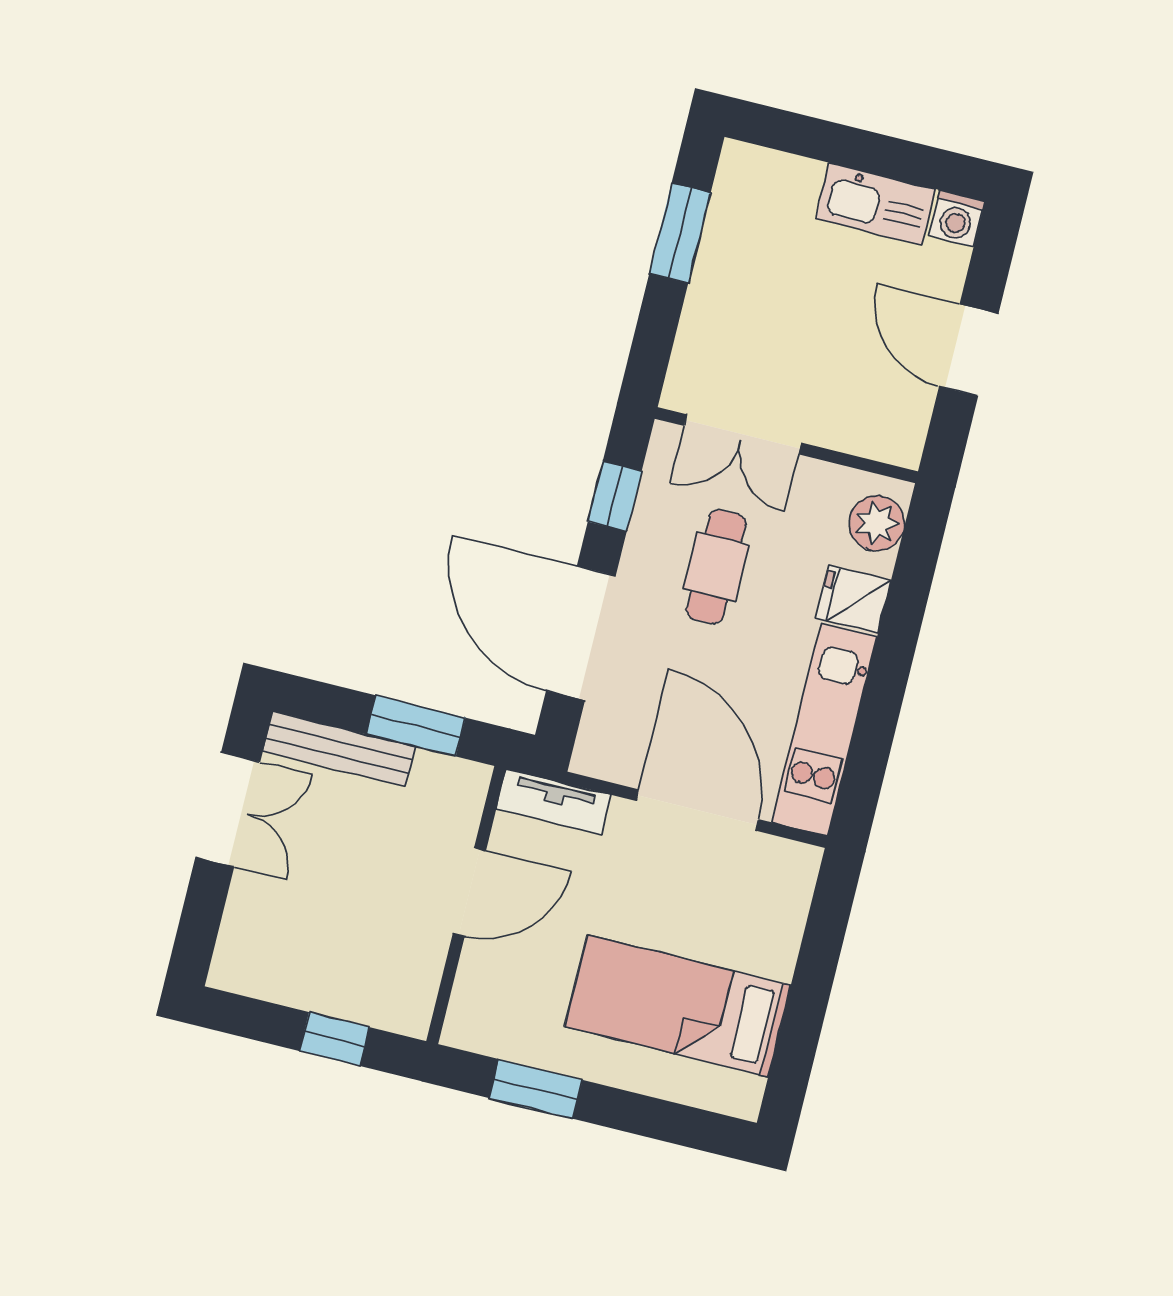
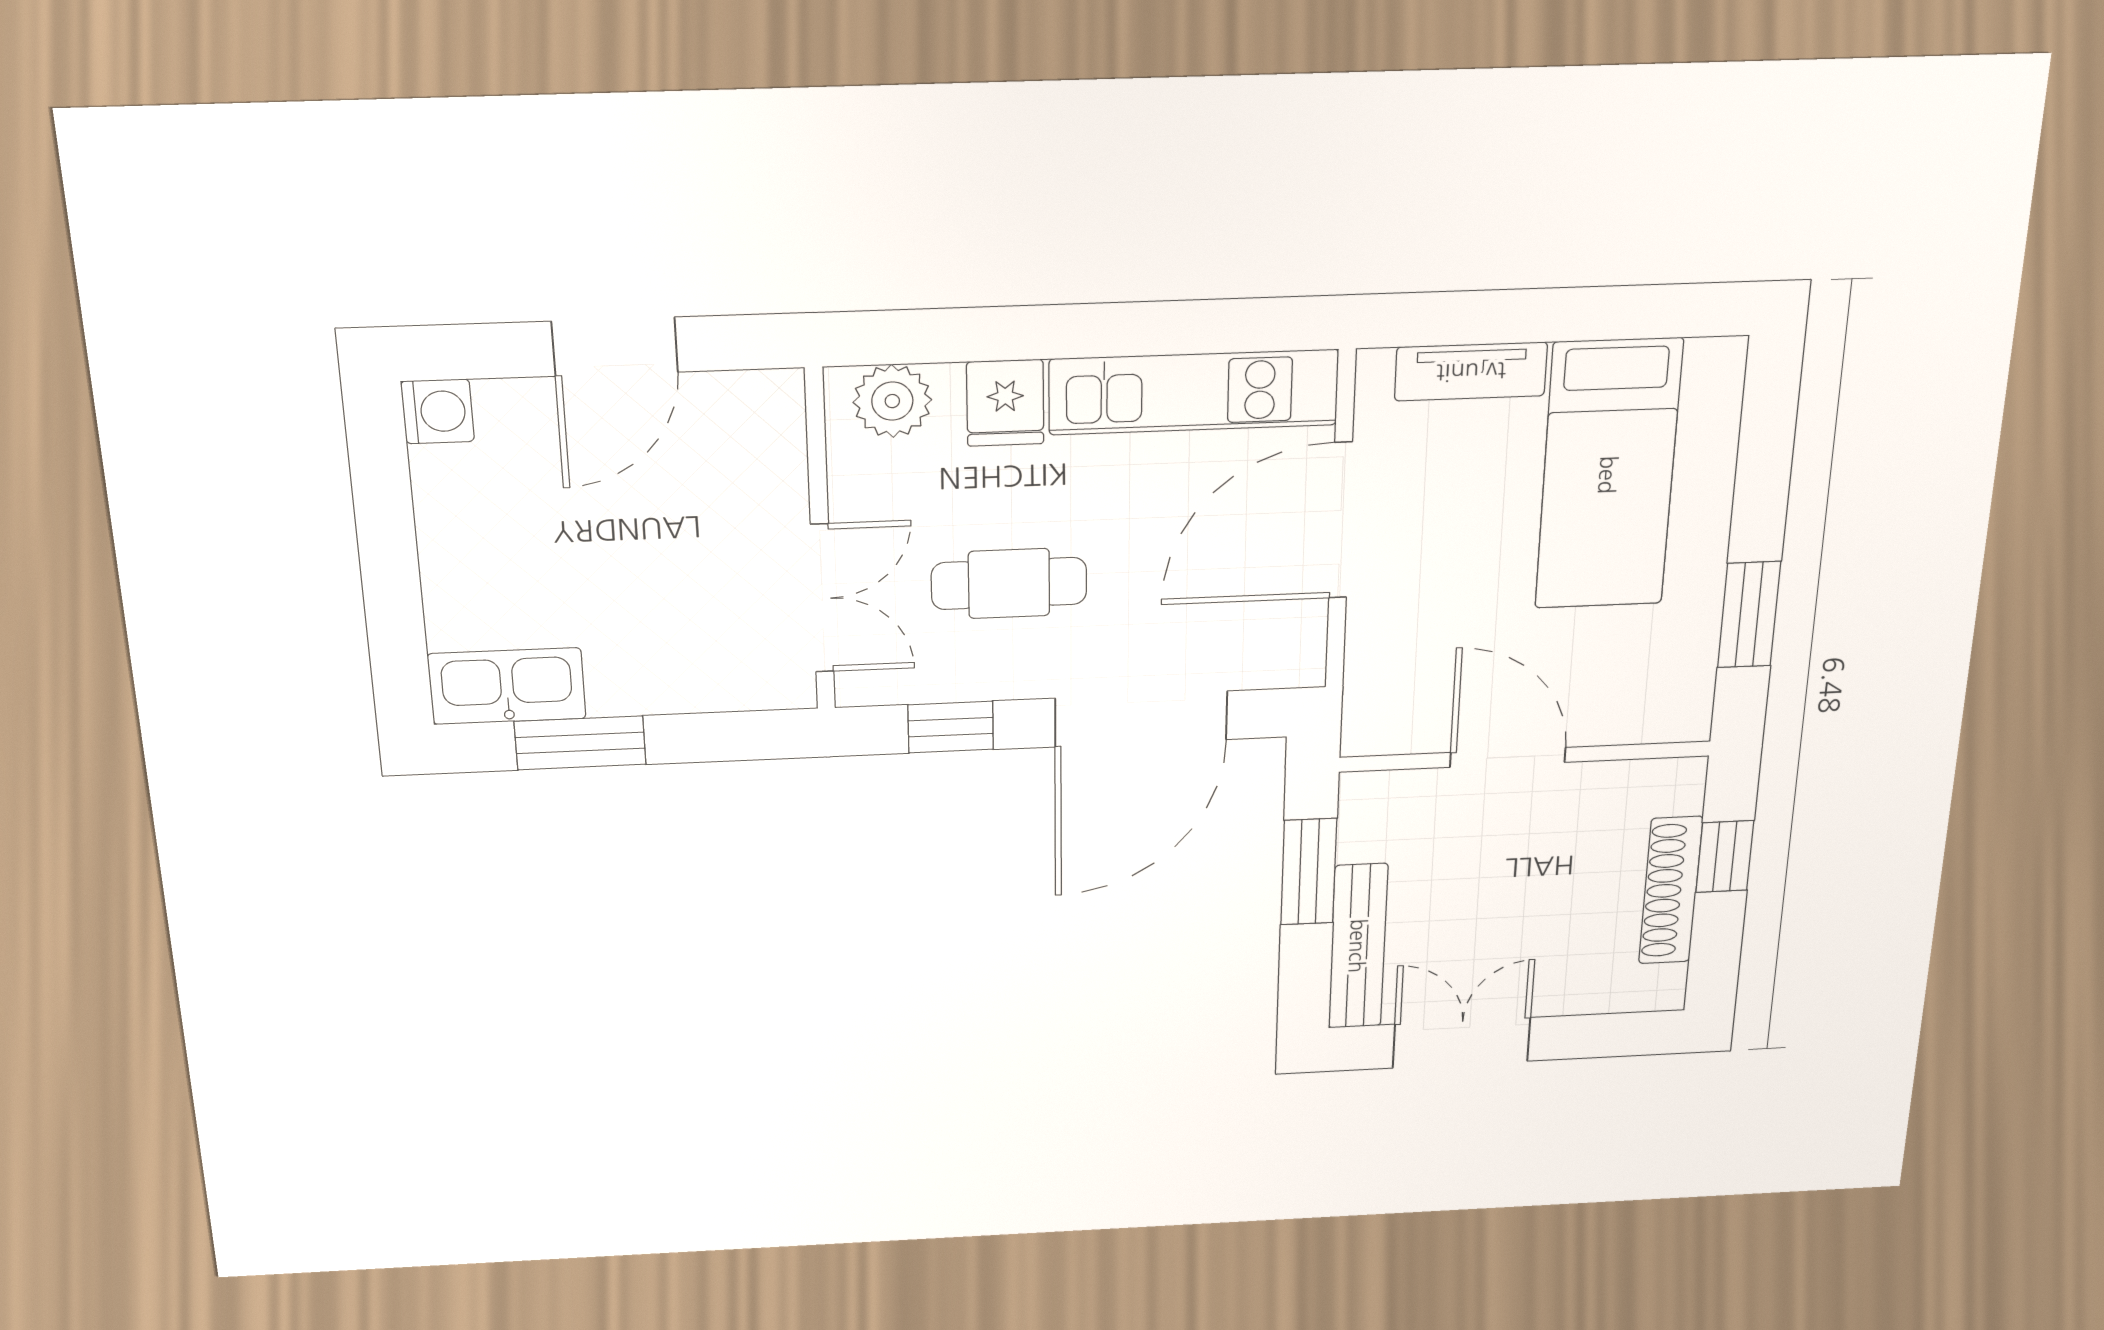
kitchen sink: (875, 204) -> (507, 686), moved, turned -90
tv unit: (554, 802) -> (1471, 372), moved, turned 90
shoe rack: (317, 993) -> (1671, 890), added

